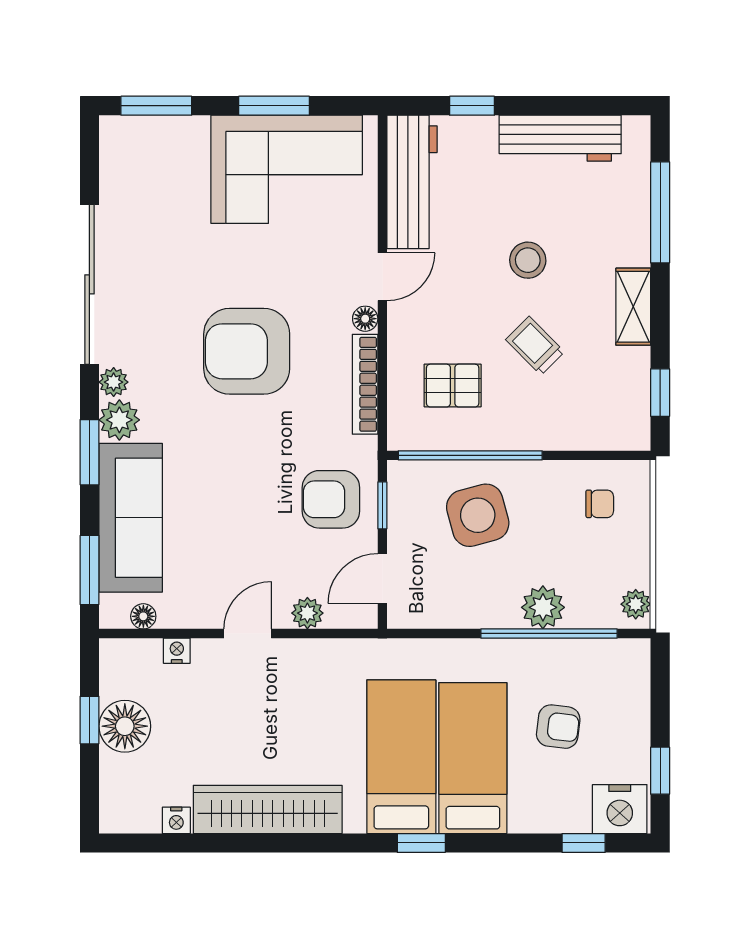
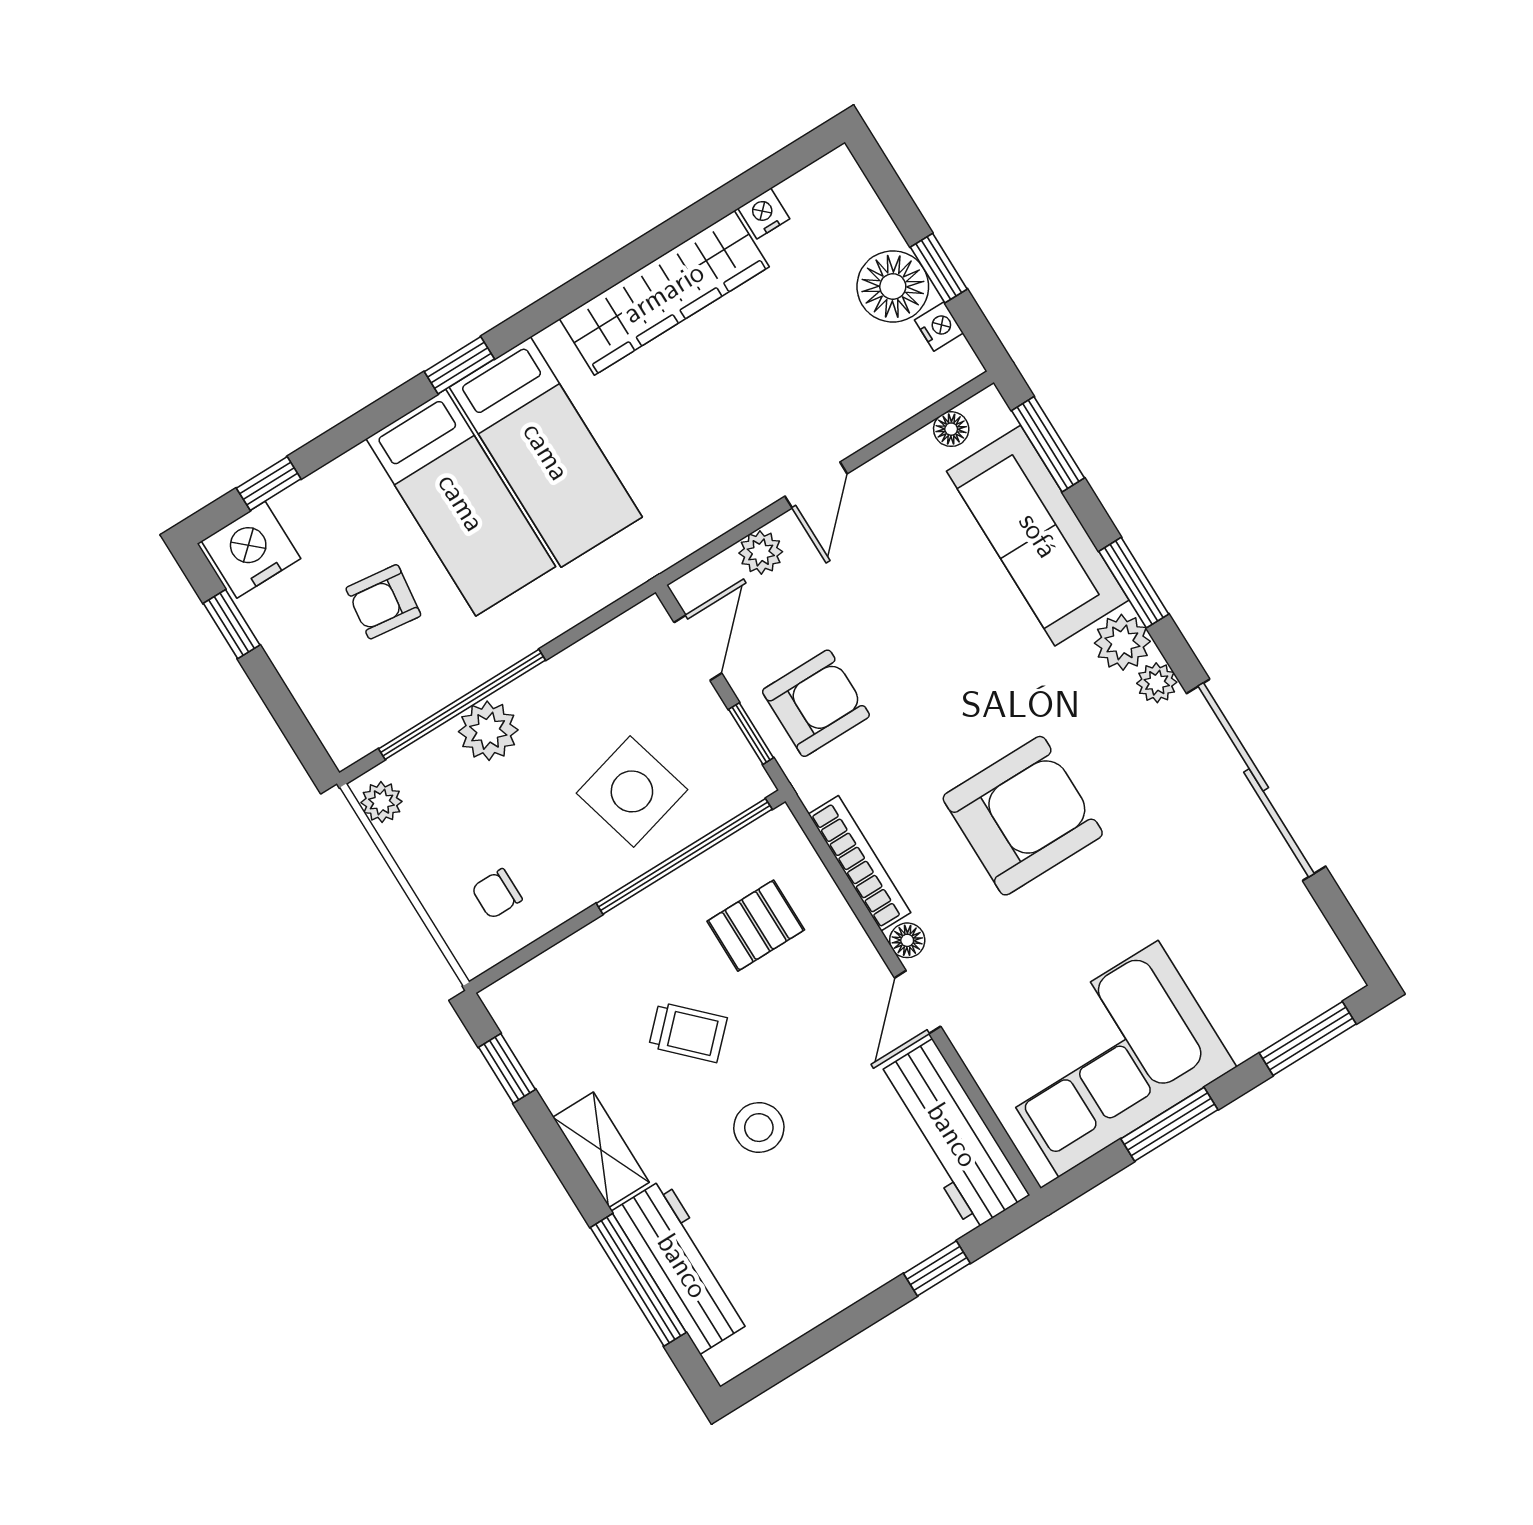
workbench: (560, 138) -> (682, 1266), moved, turned 90
nightstand: (177, 651) -> (939, 326), moved, turned -90

